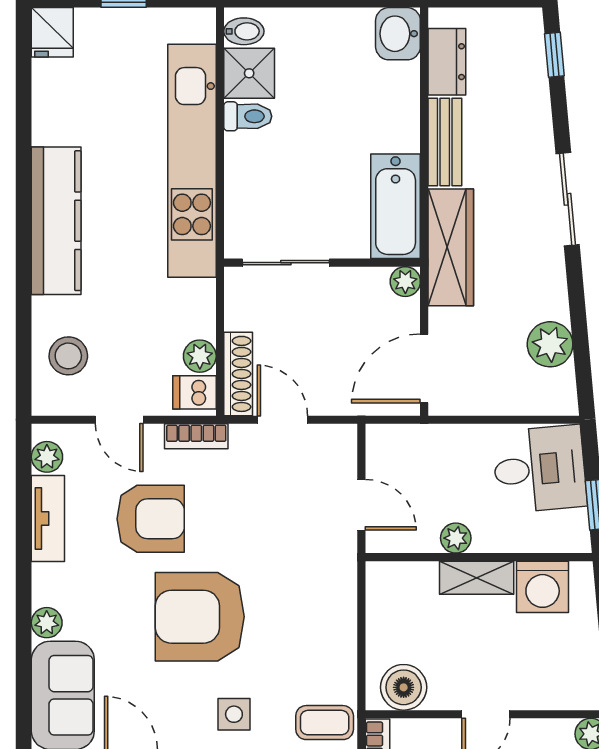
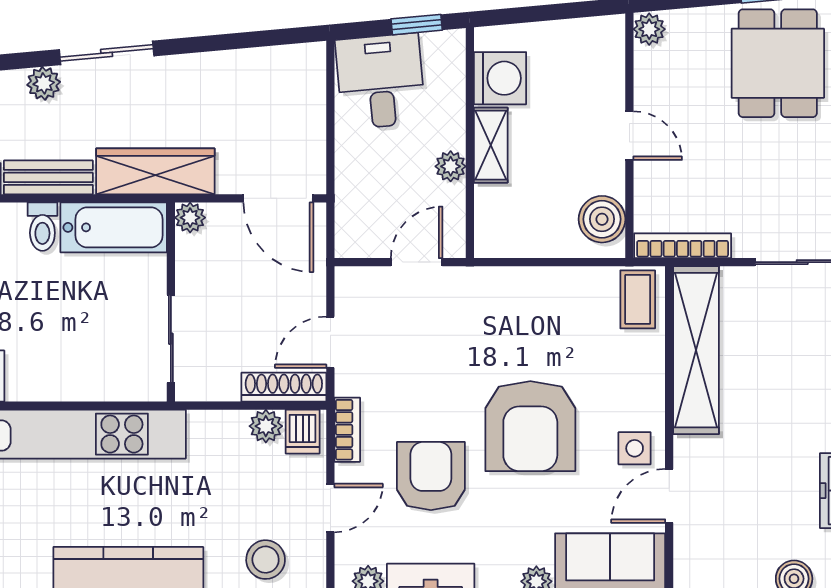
toilet: (248, 116) -> (42, 227), moved, turned 180
plant: (550, 344) -> (44, 83), moved, width x0.73, depth x0.73
side table: (234, 714) -> (635, 448), moved

